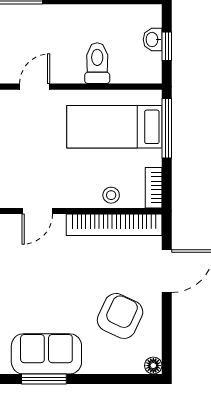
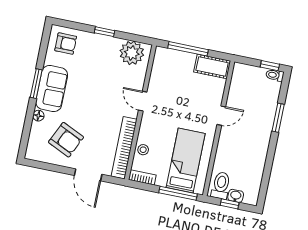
toilet: (97, 63) -> (221, 185), moved, turned -90
door: (35, 87) -> (221, 116), hinge flipped
floor lamp: (153, 366) -> (38, 116), moved

